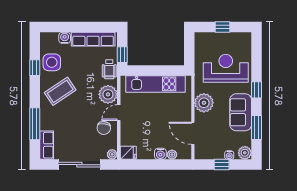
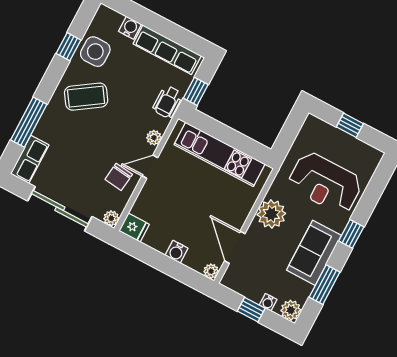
reception desk: (226, 68) -> (325, 183), turned 180
plant: (108, 94) -> (154, 138), width x0.53, depth x0.53
plant: (172, 155) -> (211, 271), moved

